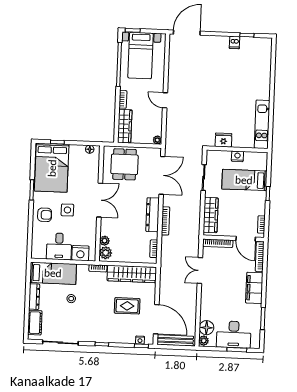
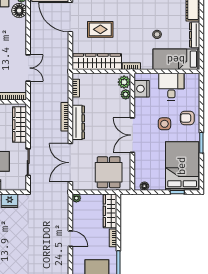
nightstand: (80, 253) -> (142, 89), moved, turned -90

